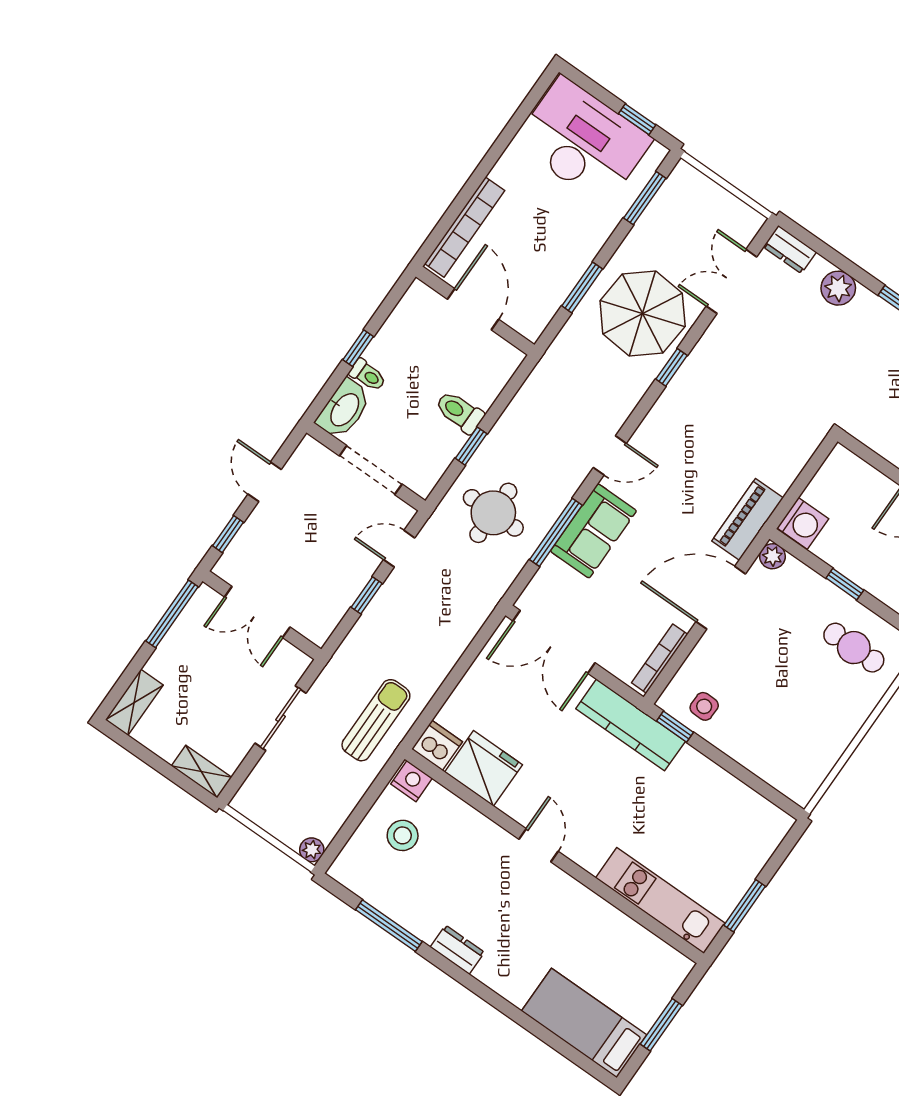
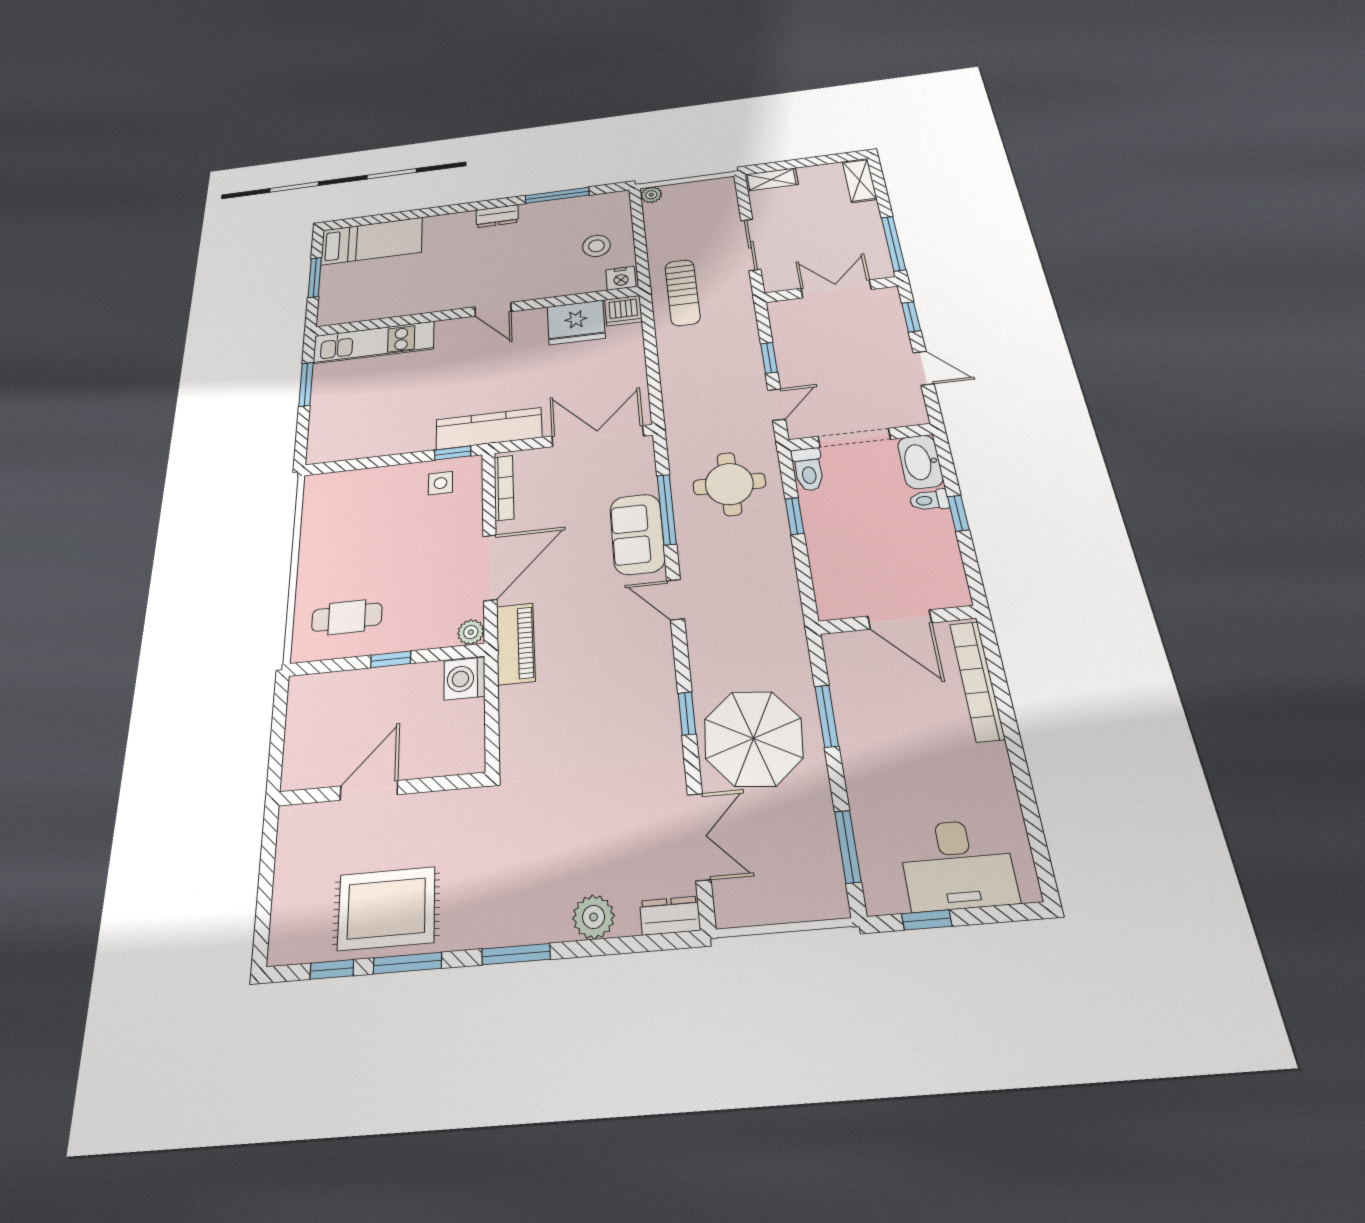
desk: (583, 141) -> (957, 865), width x0.73, depth x0.77
toilet: (460, 412) -> (808, 469), moved, turned 90
door: (610, 455) -> (676, 600), hinge flipped

